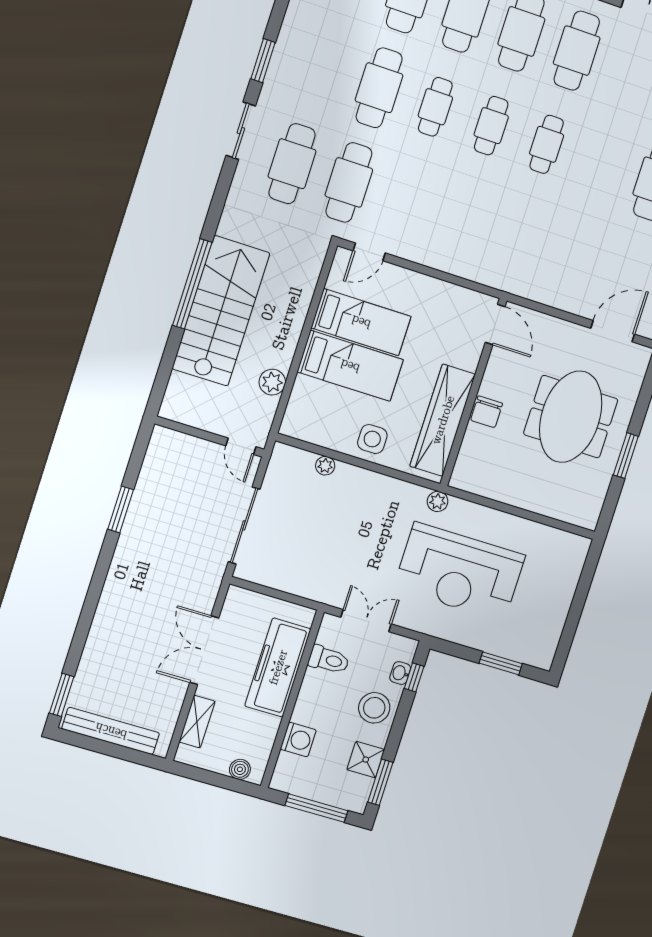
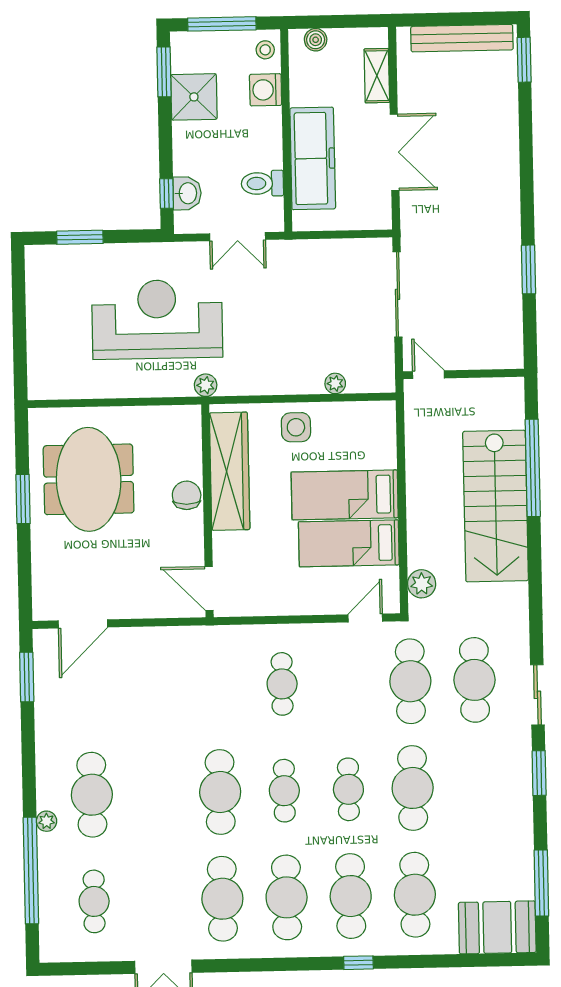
cafe table: (547, 144) -> (220, 792), width x1.37, depth x1.35
cafe table: (461, 220) -> (282, 684), added
window: (192, 284) -> (533, 468), moved
plant: (272, 382) -> (422, 584), moved
meeting table: (571, 417) -> (89, 479), moved
washbasin: (400, 673) -> (187, 193), width x1.38, depth x1.45
stool: (374, 708) -> (265, 50), moved, width x0.53, depth x0.53
shower: (366, 760) -> (194, 97), width x1.36, depth x1.36

